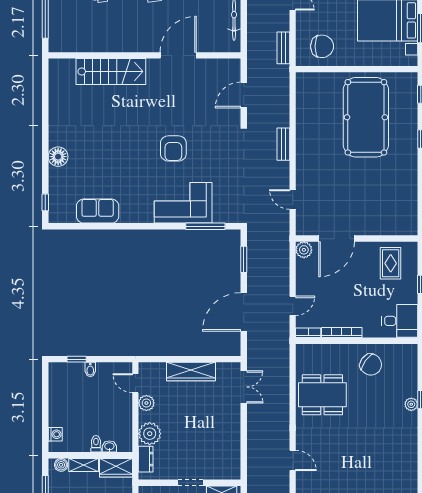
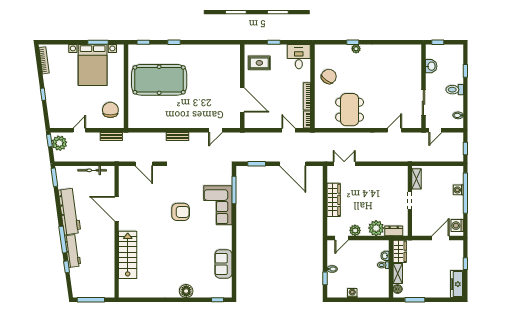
plant: (304, 250) -> (250, 122), removed
washing machine: (55, 434) -> (352, 293), moved

